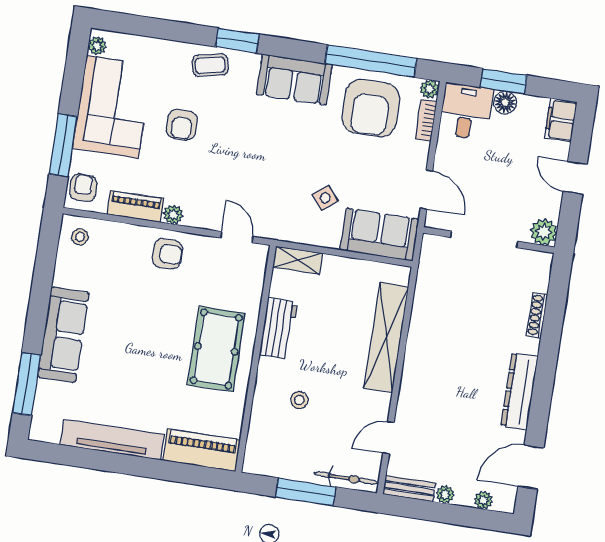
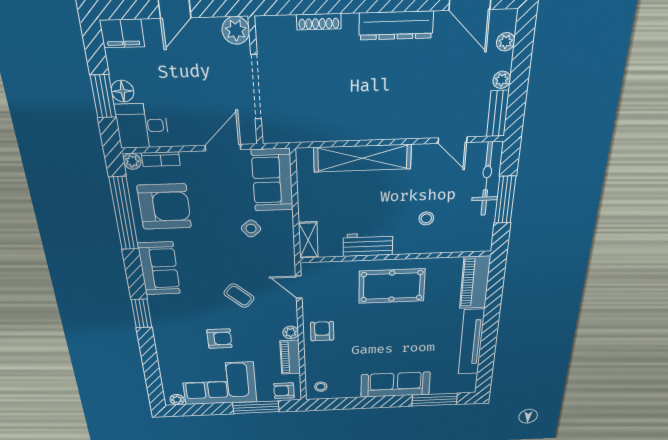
coffee table: (210, 65) -> (239, 296), moved, turned -36
door: (237, 237) -> (299, 287), hinge flipped
bicycle: (346, 478) -> (487, 179), width x1.37, depth x1.40

